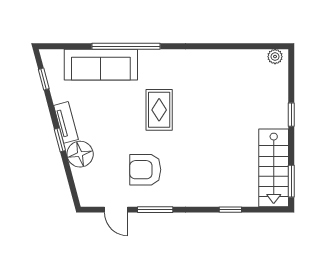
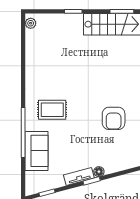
sofa: (101, 65) -> (36, 151), width x0.73
rug: (159, 110) -> (52, 110), moved
floor lamp: (80, 154) -> (99, 172), width x0.53, depth x0.53

